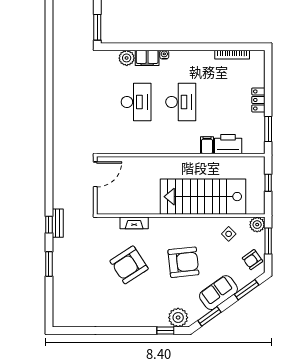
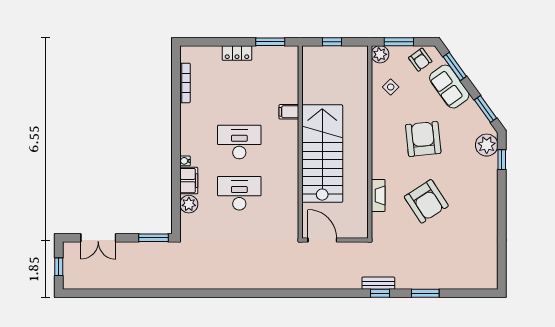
printer: (228, 144) -> (288, 88), removed
stairs: (203, 197) -> (322, 154), moved, turned 180
sofa: (218, 293) -> (449, 87), moved

